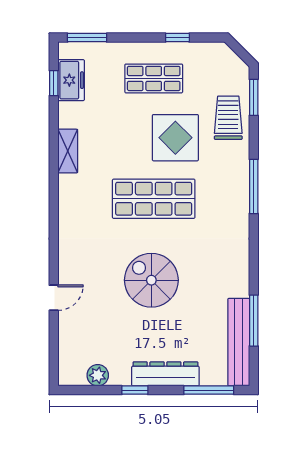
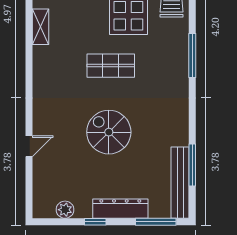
shop shelf: (154, 199) -> (111, 66), width x0.70, depth x0.74

